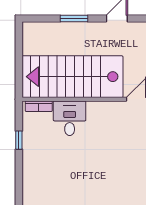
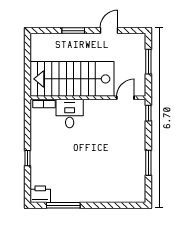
window: (19, 140) -> (28, 158), moved

